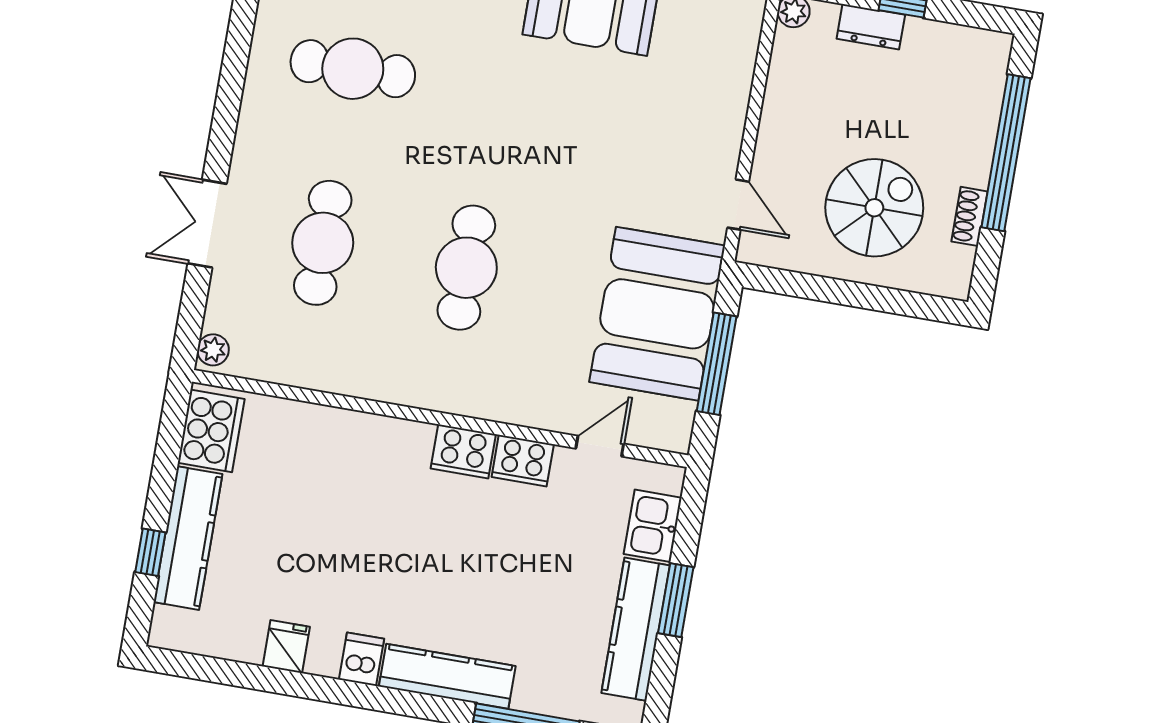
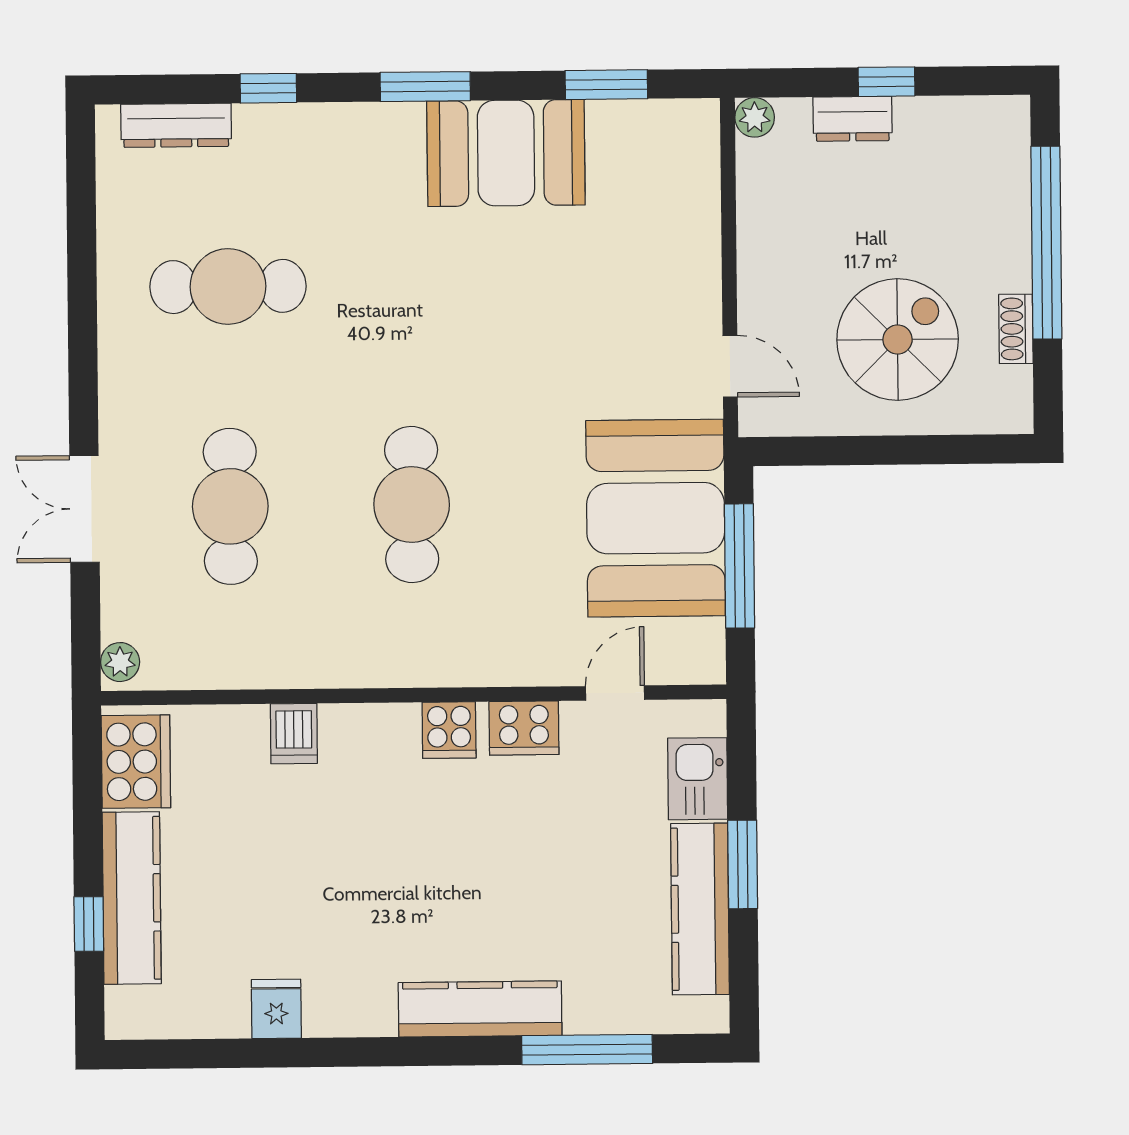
cooker: (463, 451) -> (449, 730), width x0.73
dishwasher: (362, 659) -> (294, 734), moved, turned 180

